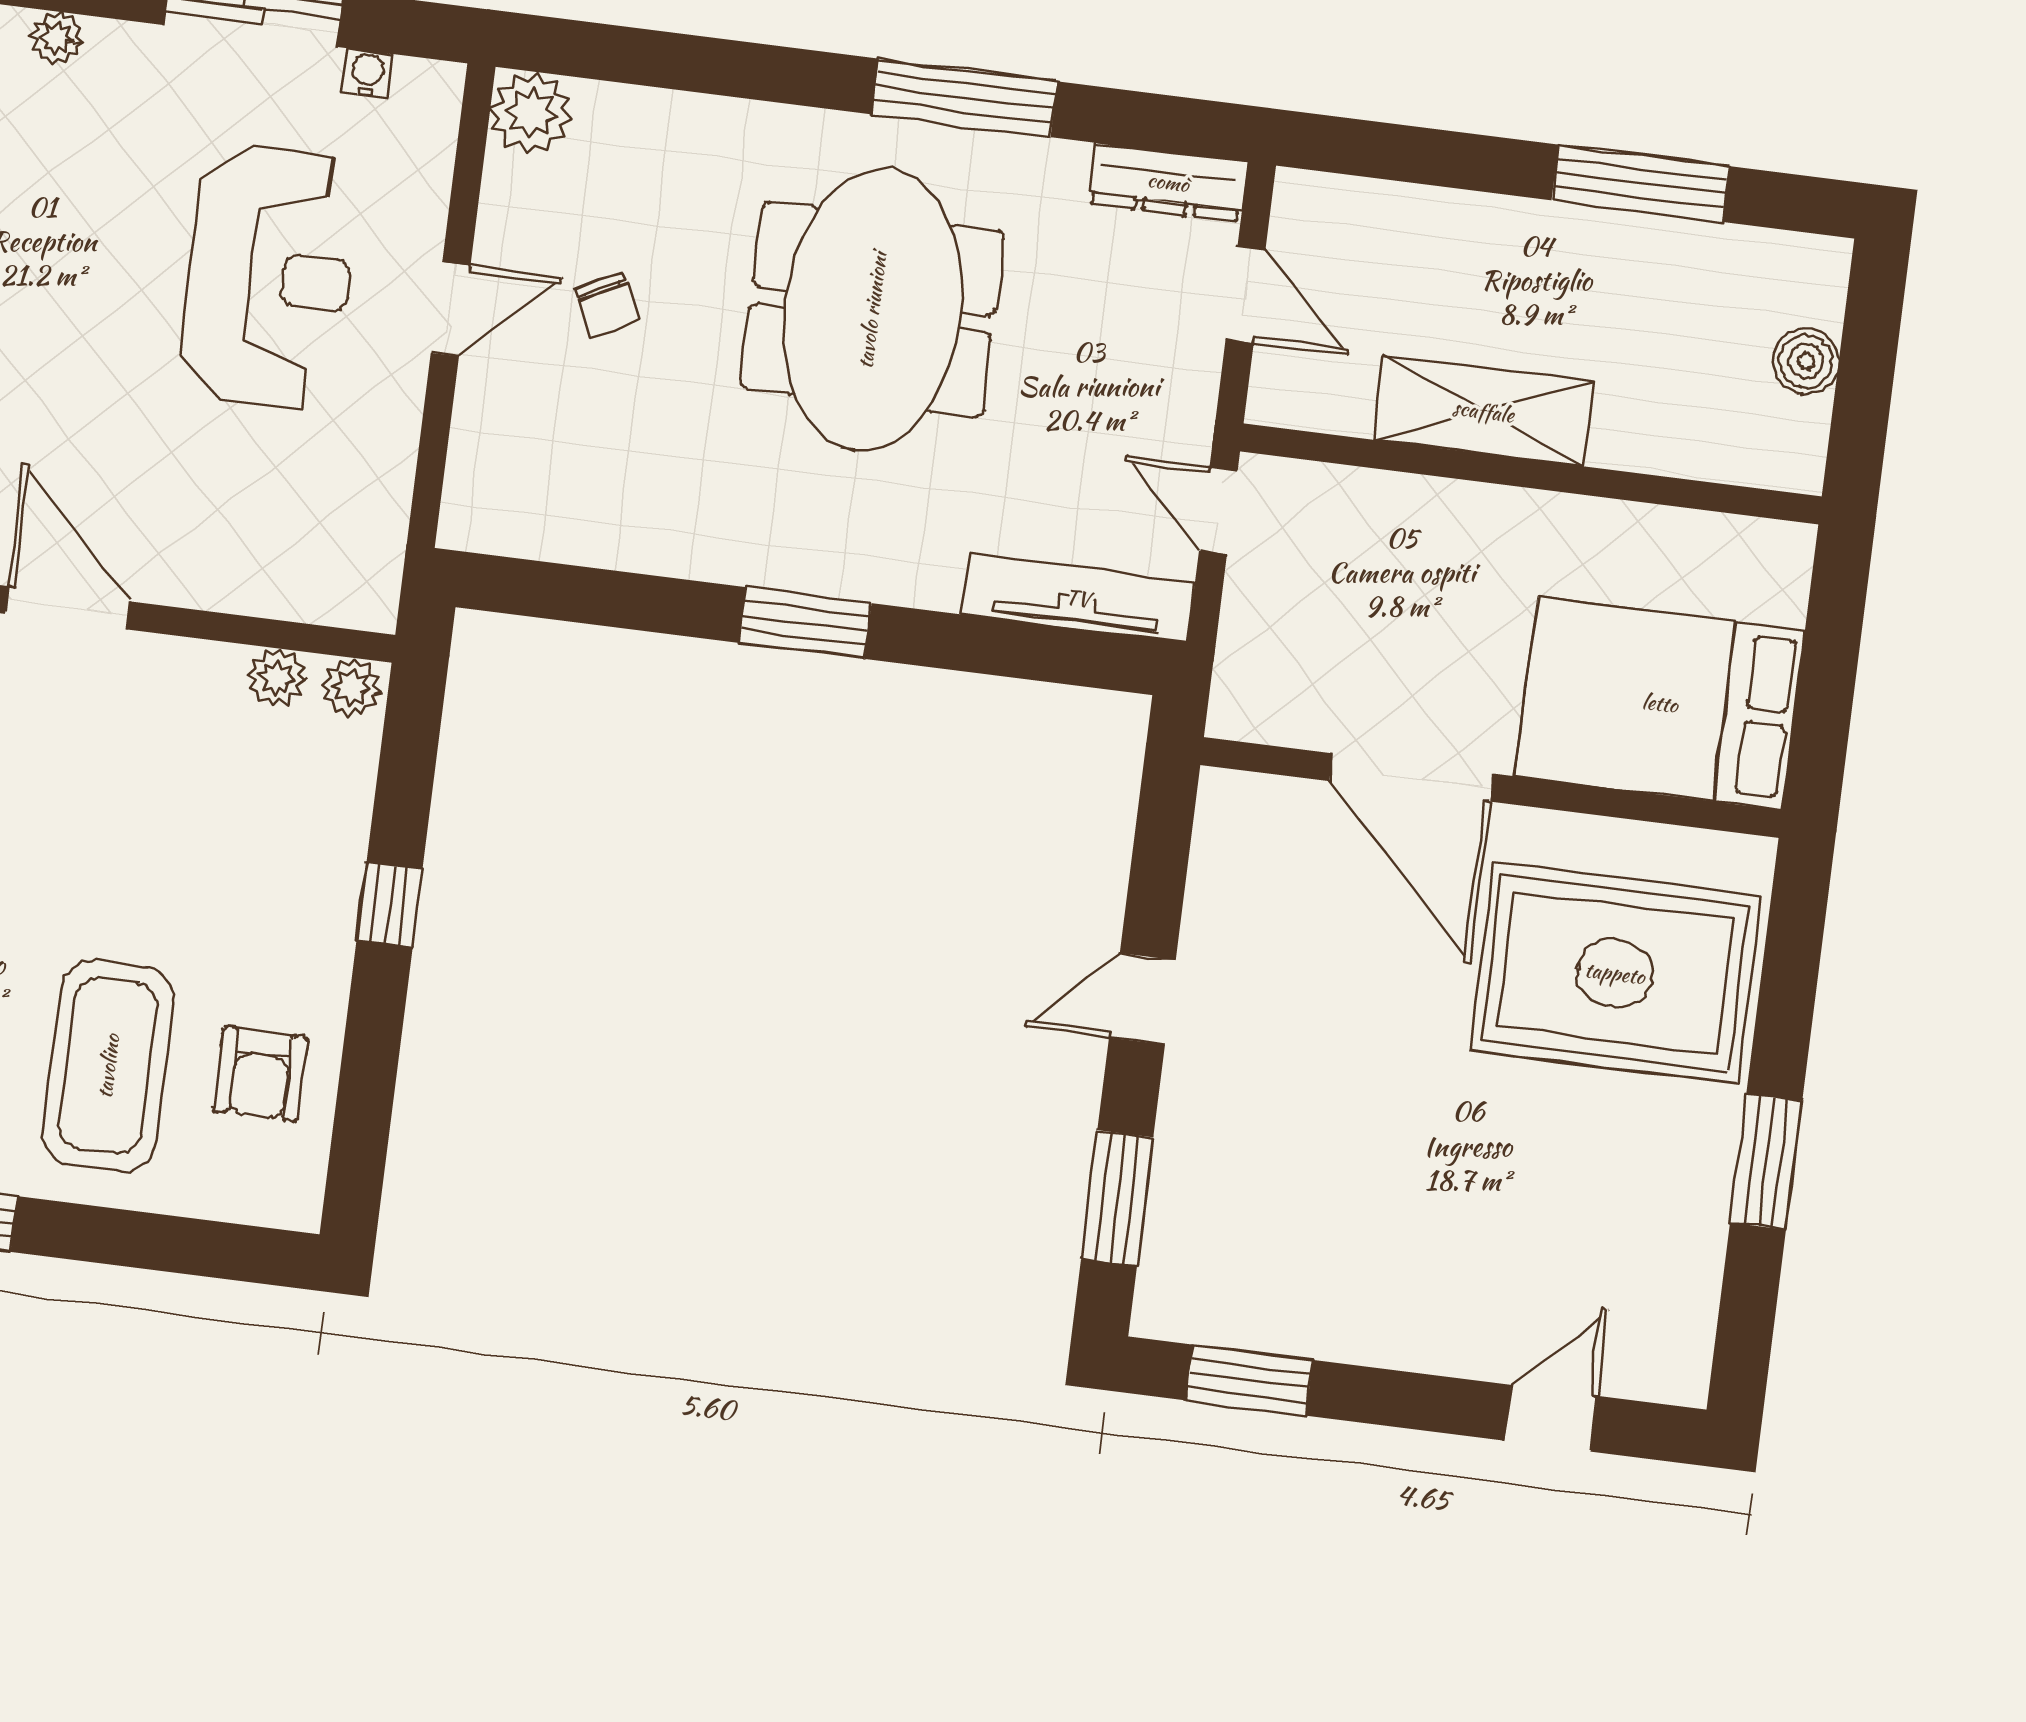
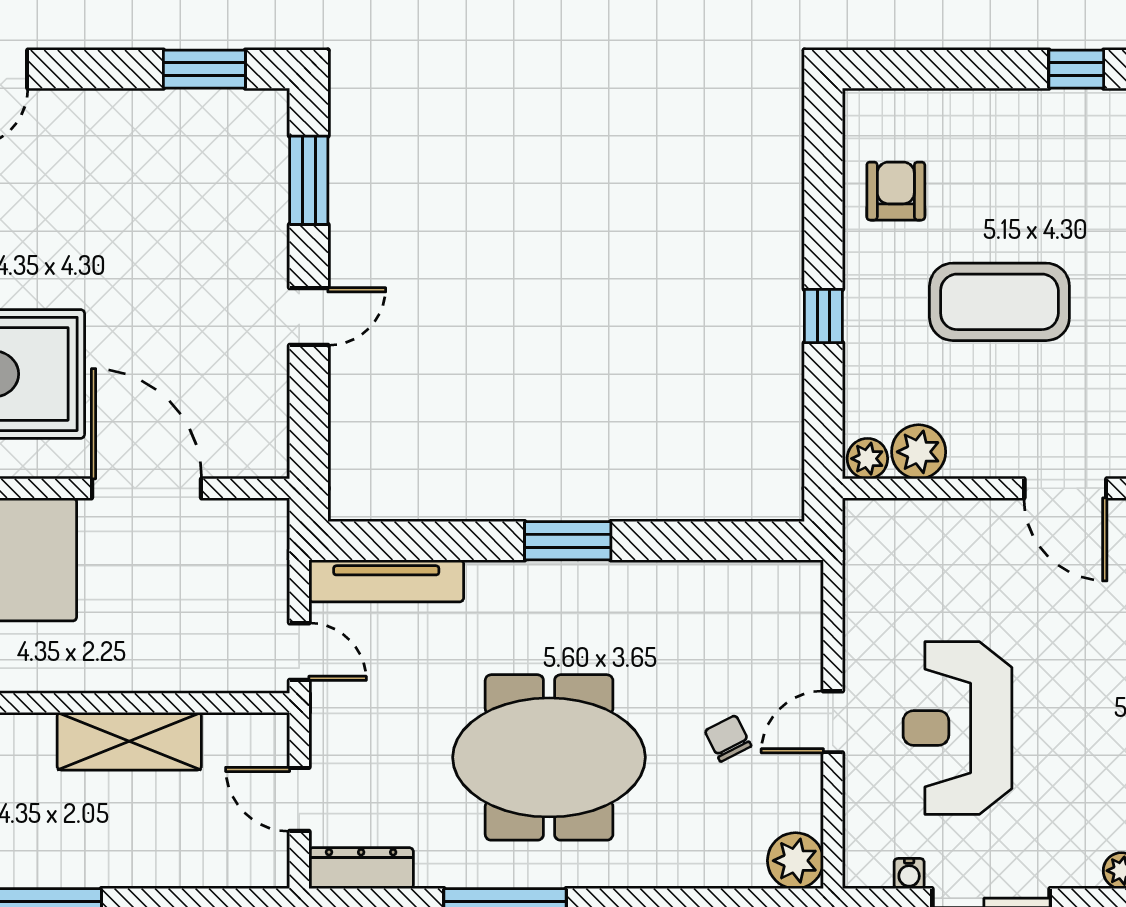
meeting table: (872, 310) -> (549, 757), turned 90
plant: (277, 678) -> (919, 452), width x1.38, depth x1.38
coffee table: (108, 1066) -> (999, 302), moved, turned 90

